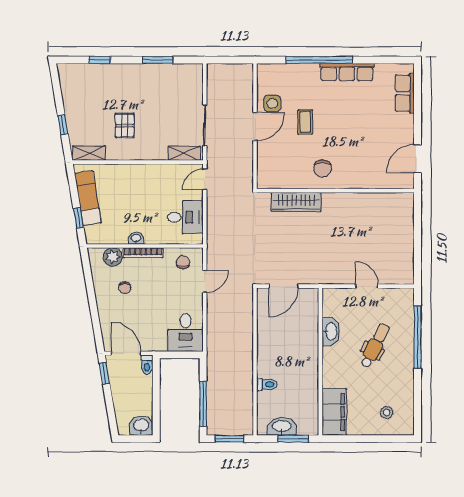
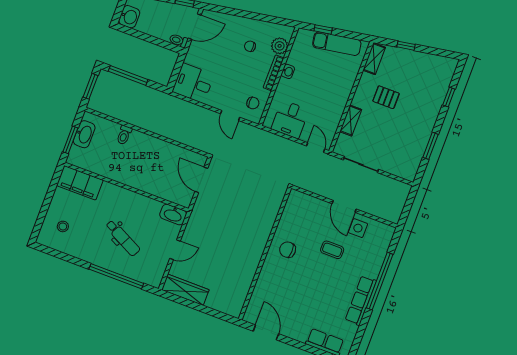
shelving: (184, 153) -> (351, 121), moved
wardrobe: (296, 202) -> (185, 290), moved, turned 90
washbasin: (331, 332) -> (173, 214), moved

